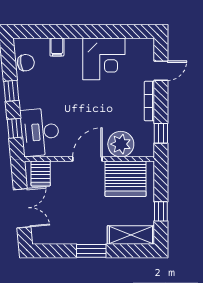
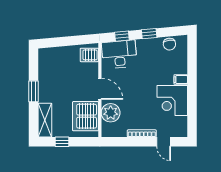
filing cabinet: (57, 47) -> (181, 80), moved
window: (161, 133) -> (118, 142), removed
double door: (22, 208) -> (64, 41), removed

